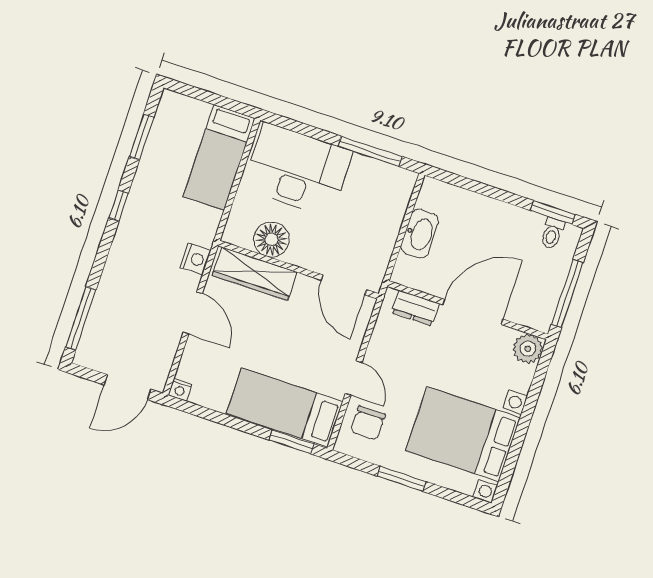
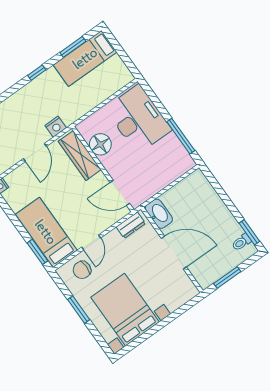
bed: (219, 157) -> (85, 58), moved
washbasin: (420, 234) -> (159, 214), moved, turned -90
door: (344, 285) -> (120, 193), hinge flipped
window: (567, 294) -> (227, 277), width x0.69
dresser: (415, 308) -> (131, 225), moved, turned -90
plant: (528, 349) -> (188, 291), removed

